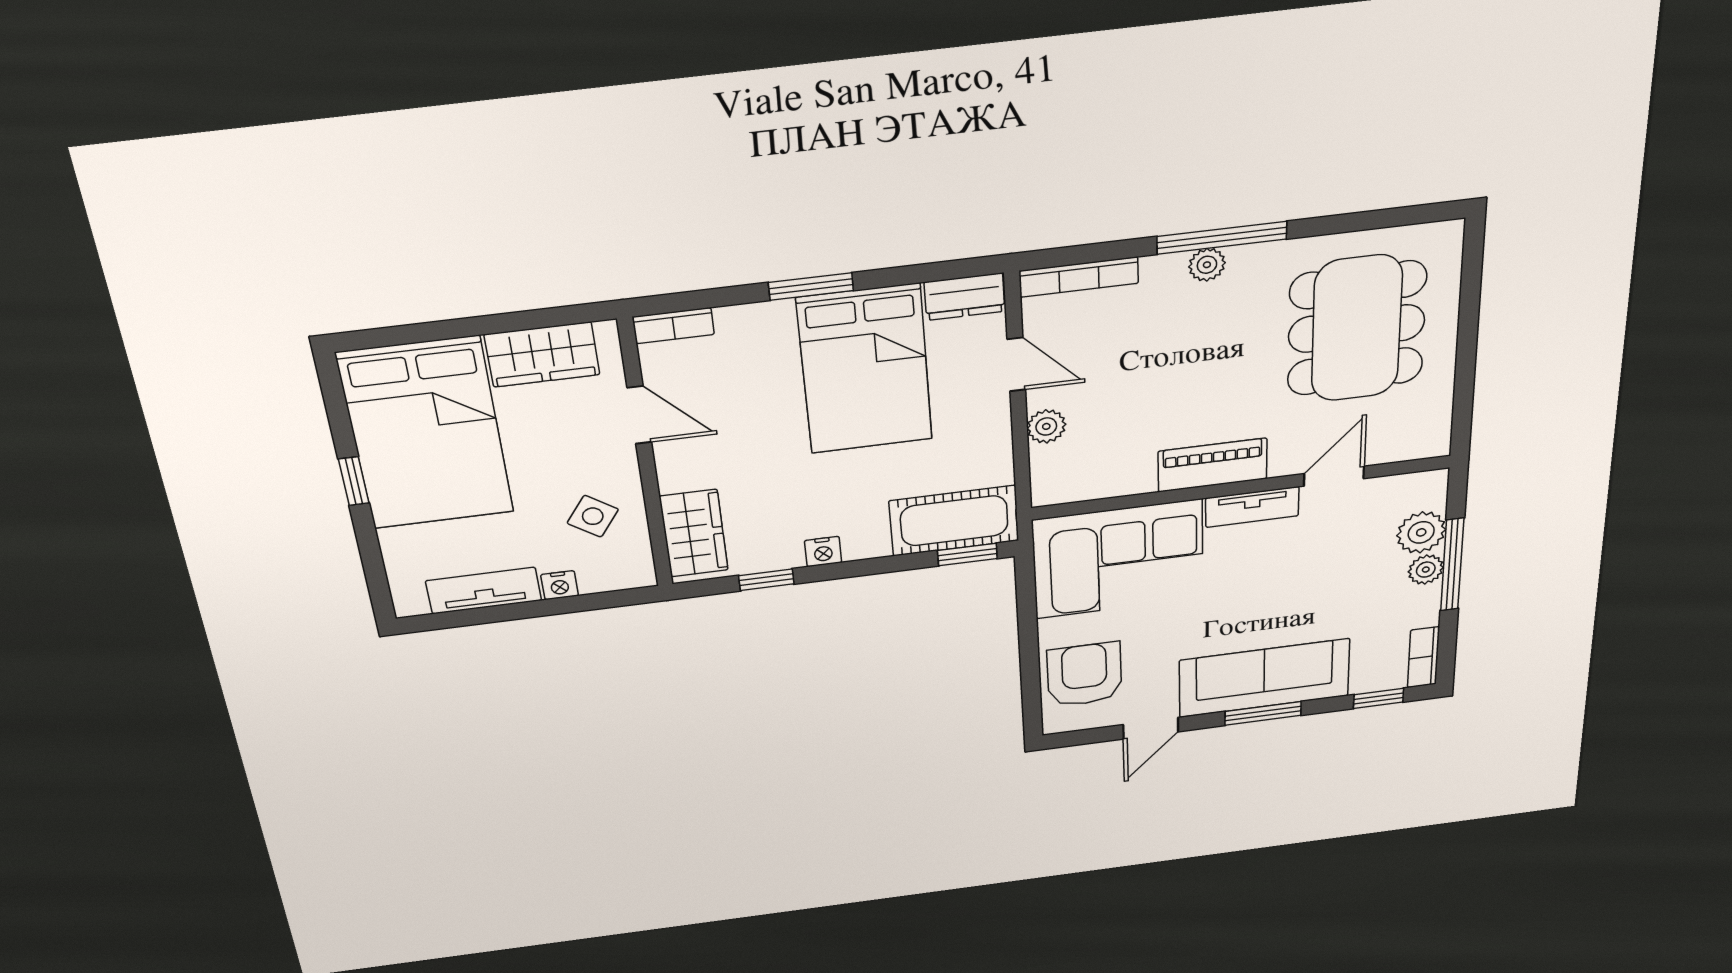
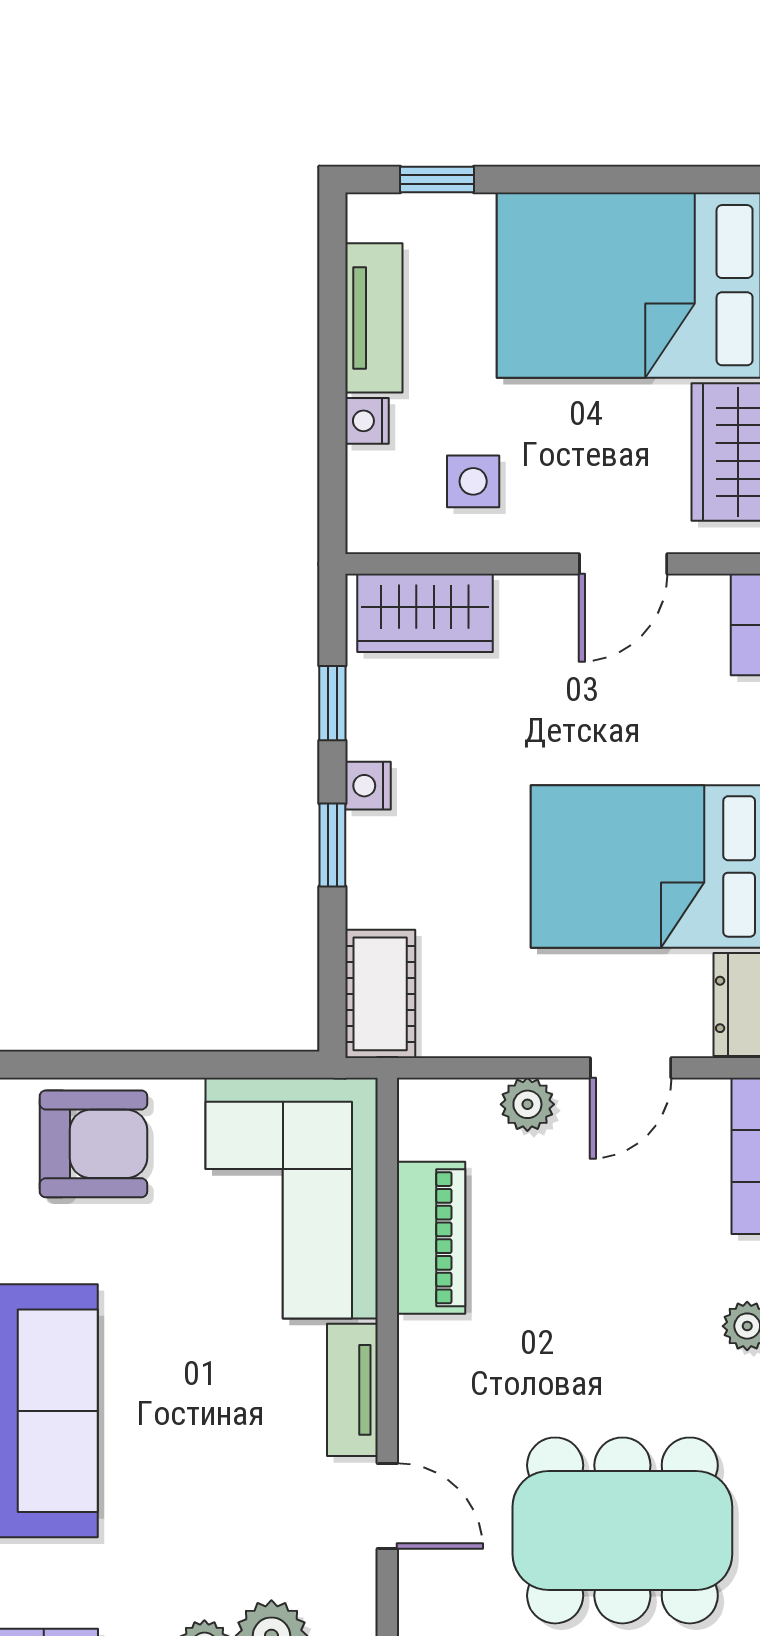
piano: (1213, 465) -> (431, 1238), moved
window: (354, 481) -> (437, 180), moved
side table: (593, 516) -> (473, 481), turned -35
cot: (954, 521) -> (380, 994), width x0.73, depth x0.75
window: (967, 555) -> (332, 845), moved

